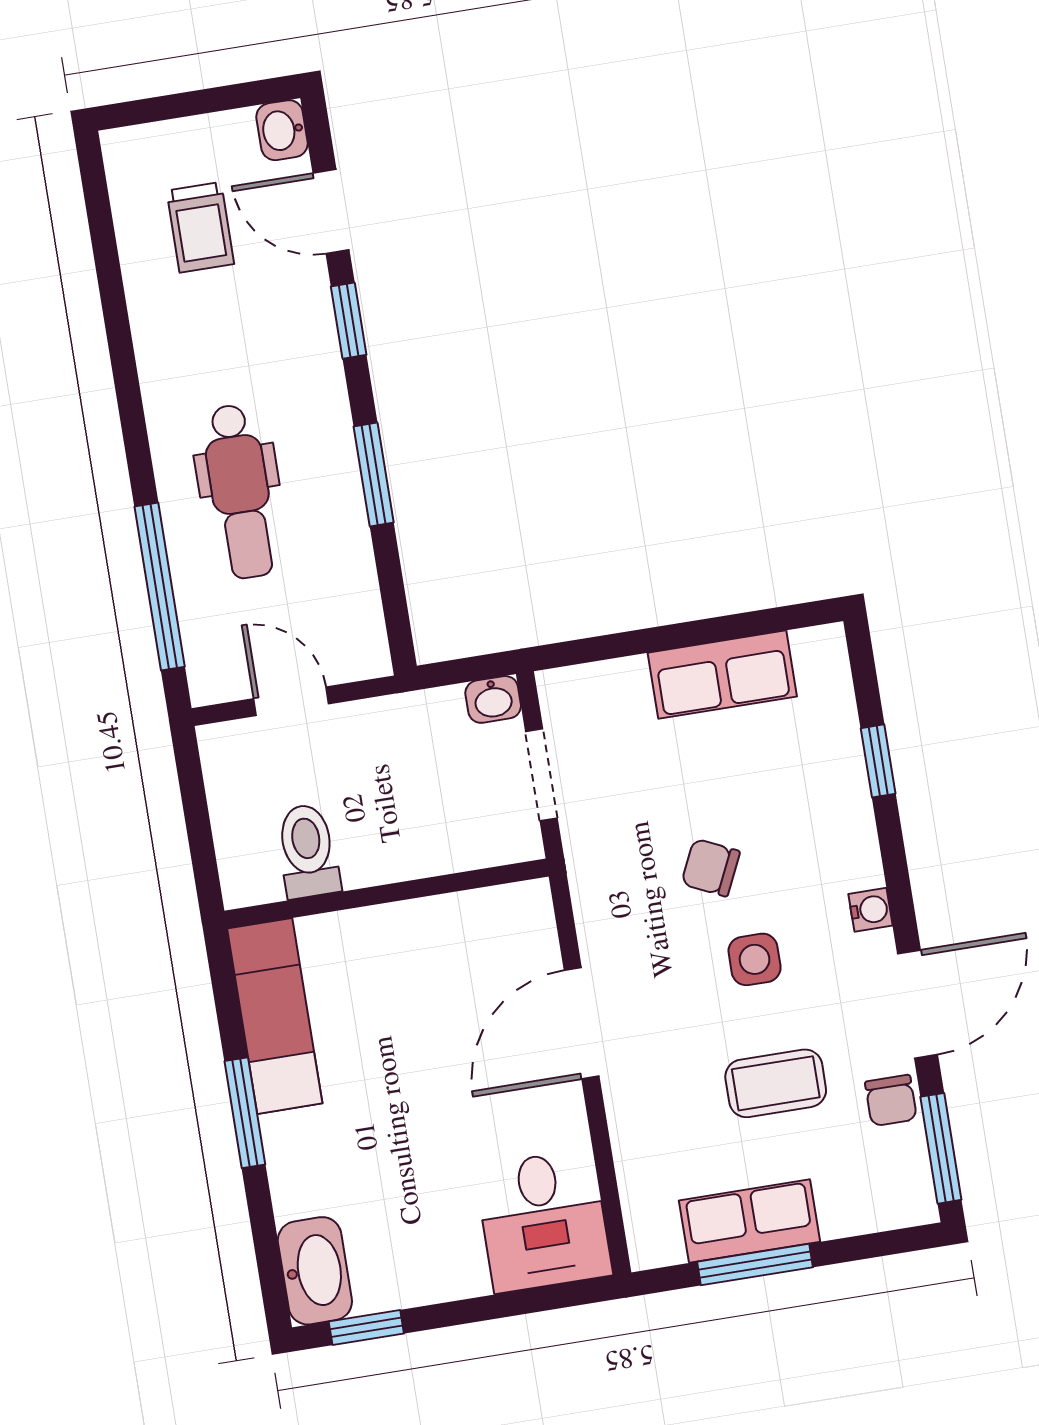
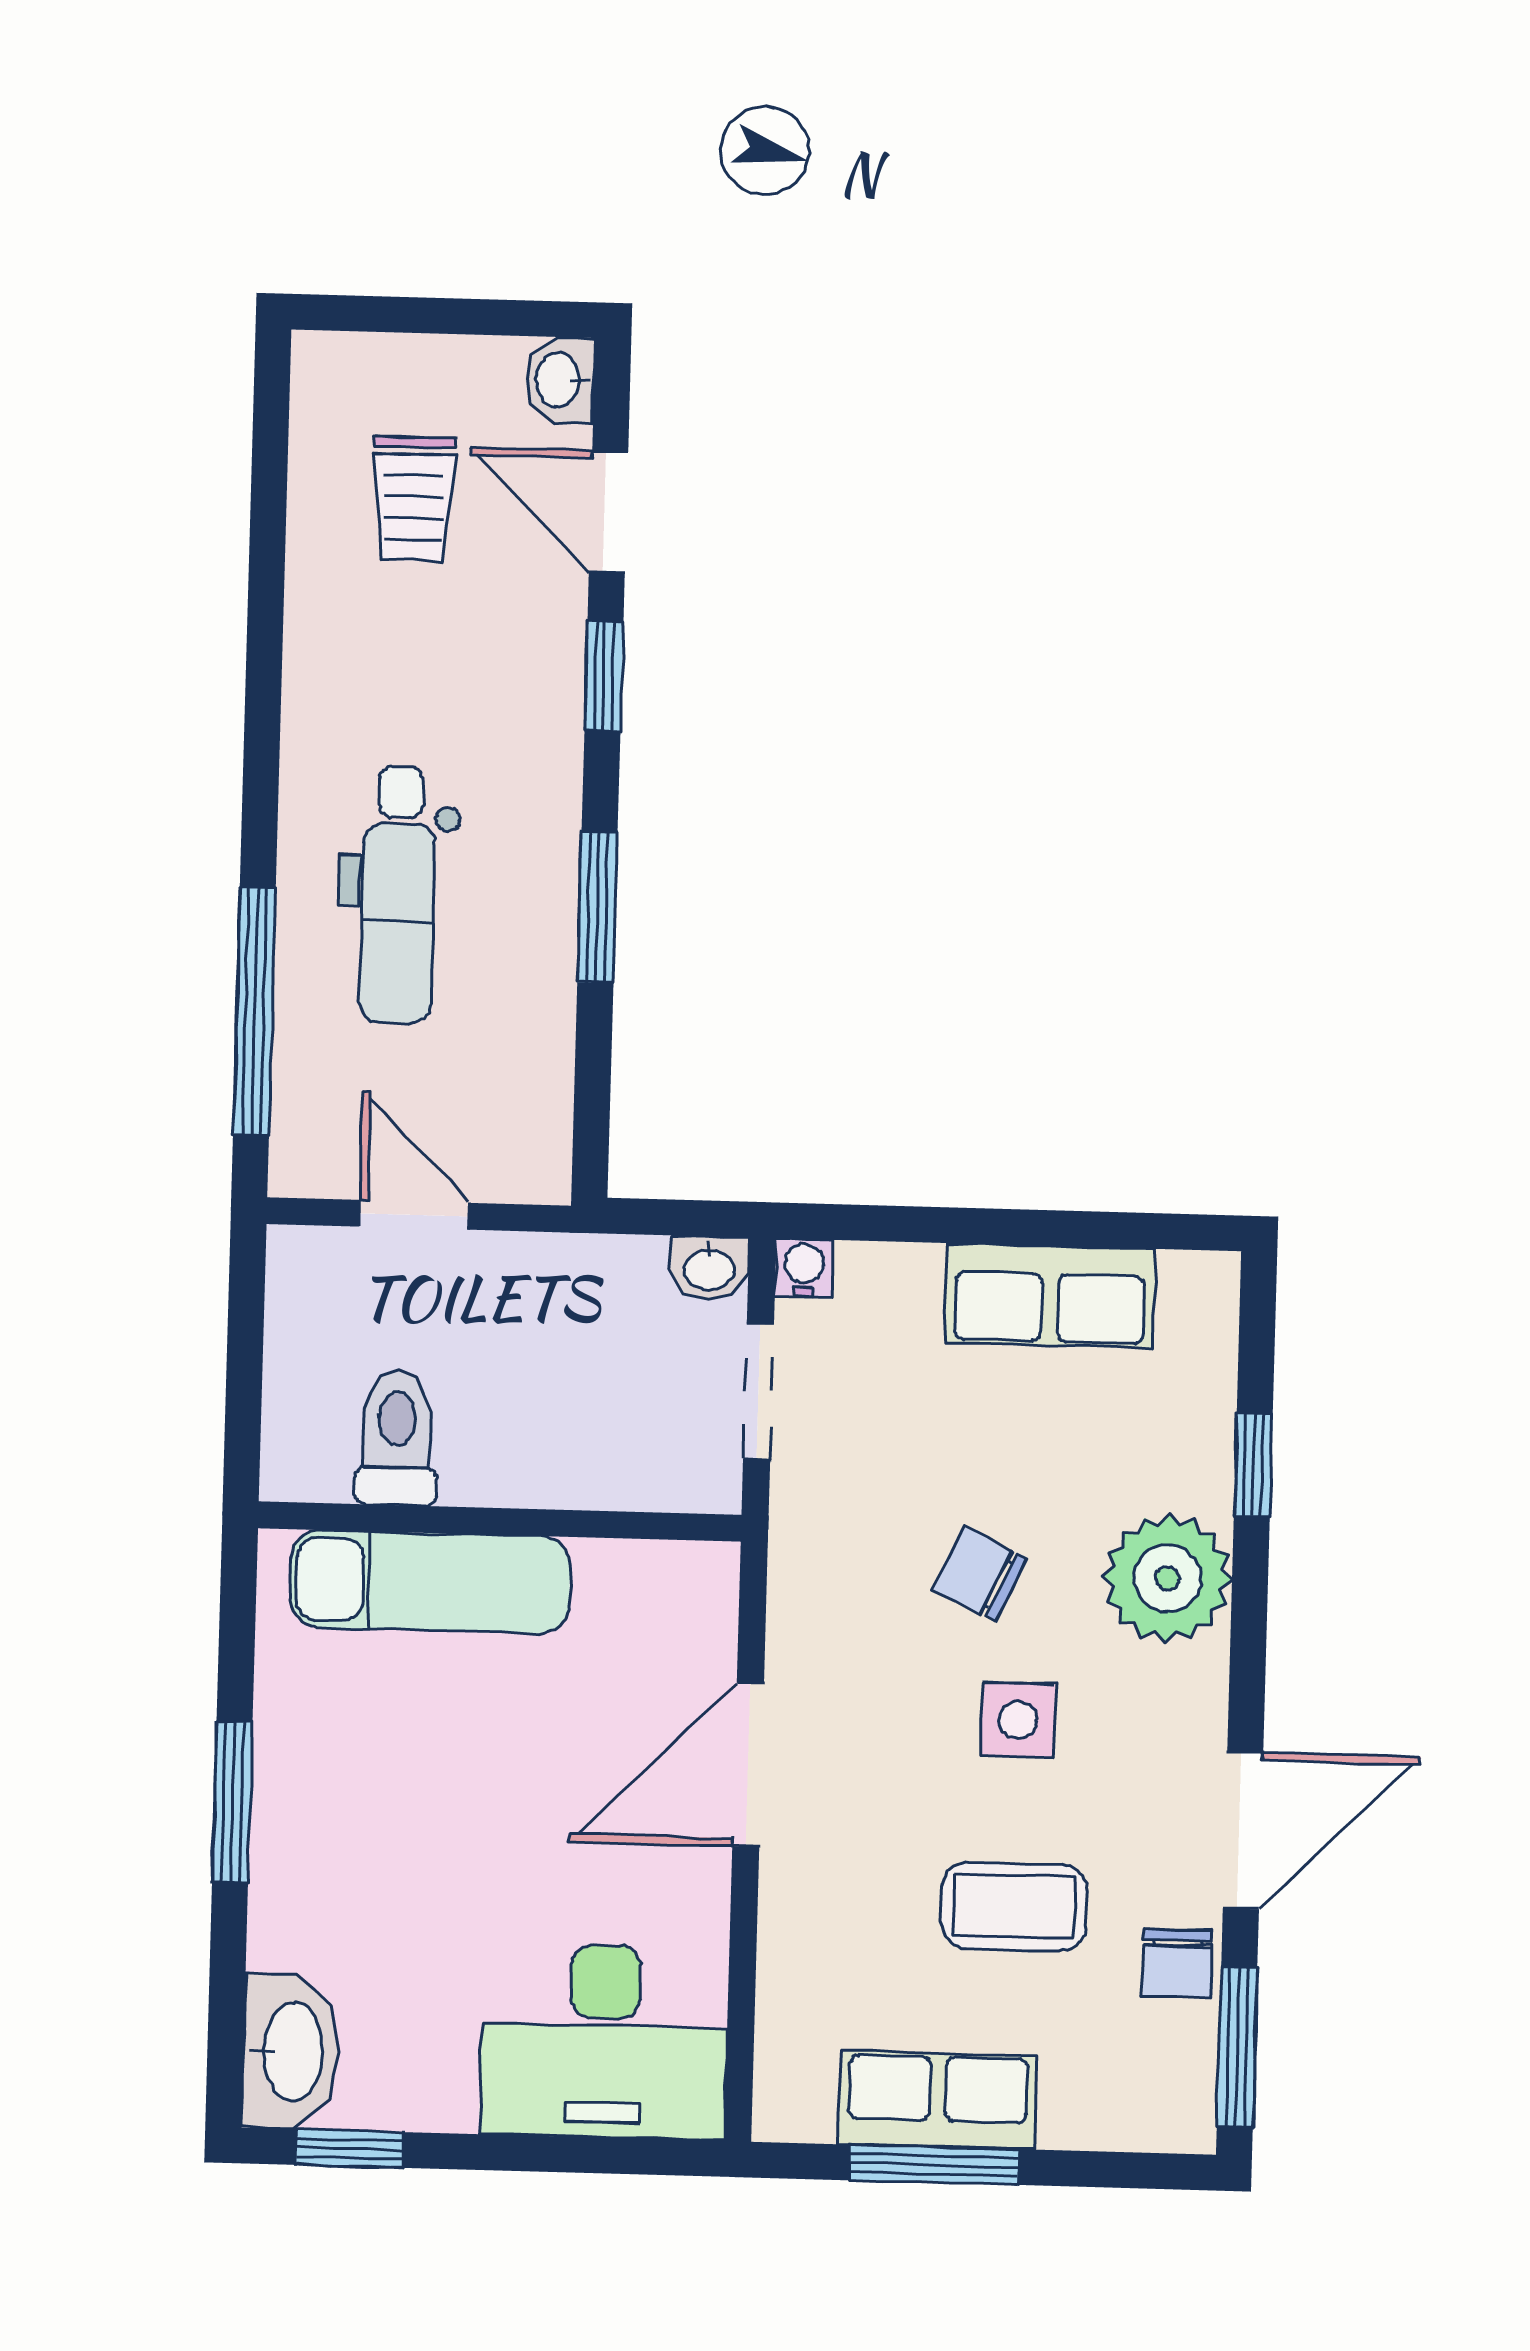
plant: (836, 847) -> (1167, 1578), added
water cooler: (871, 910) -> (804, 1268), moved, turned -90
exam couch: (275, 1016) -> (430, 1582), moved, turned 90
desk: (543, 1221) -> (604, 2041), width x1.37

